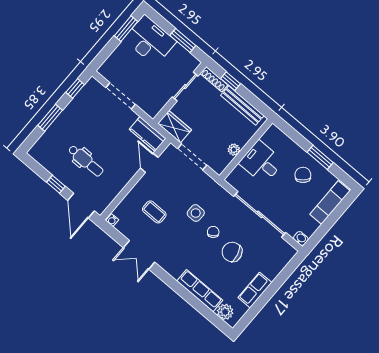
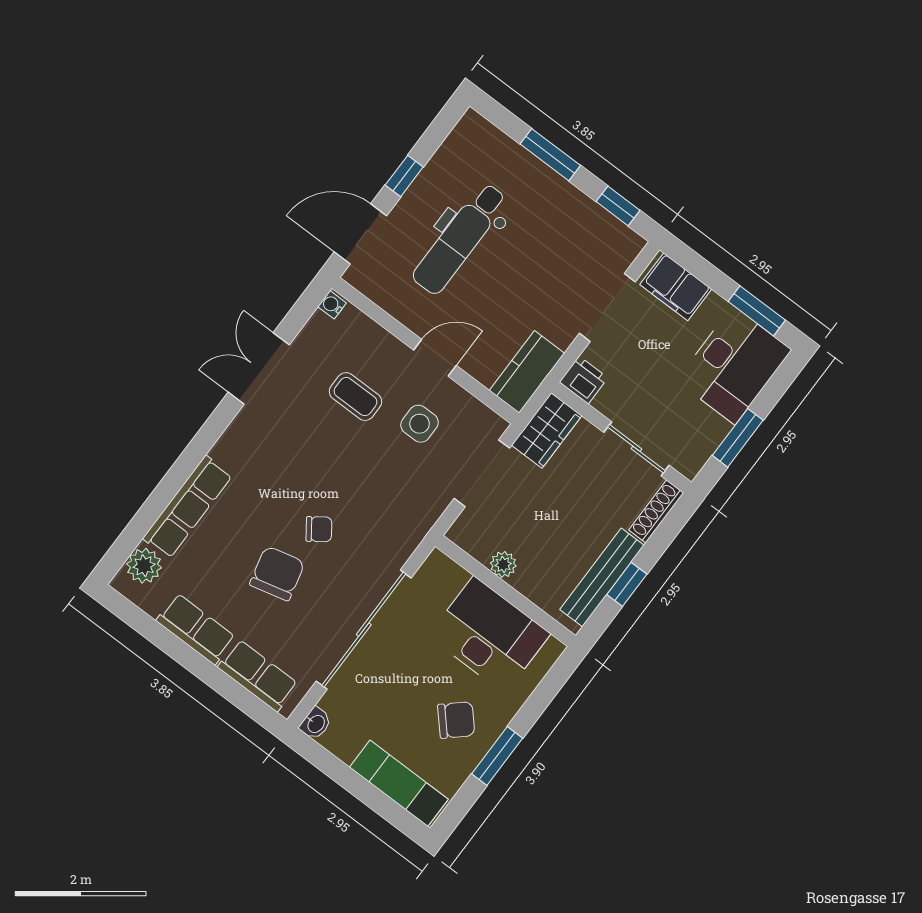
filing cabinet: (113, 65) -> (676, 287), added
window: (231, 81) -> (627, 584), moved
printer: (153, 109) -> (584, 380), added
dental chair: (86, 161) -> (460, 239), width x1.36, depth x1.38
desk: (261, 162) -> (489, 635), width x1.37
door: (149, 163) -> (435, 358), moved
coffee table: (154, 212) -> (355, 397), turned 90
side table: (196, 213) -> (420, 424), moved
row of seats: (278, 263) -> (258, 675), added

